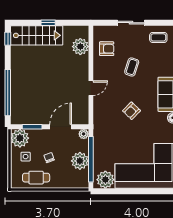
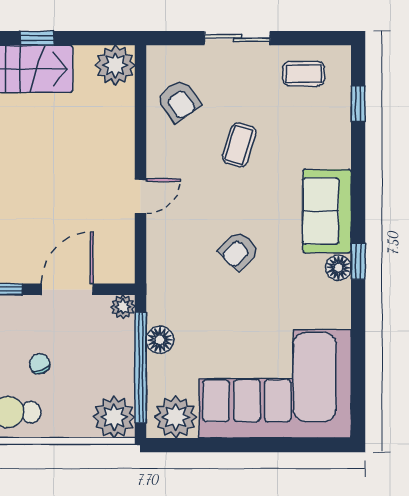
plant: (80, 47) -> (115, 65), moved
armchair: (107, 49) -> (179, 101), turned 55
floor lamp: (99, 148) -> (160, 340), added
plant: (80, 161) -> (114, 417), moved

